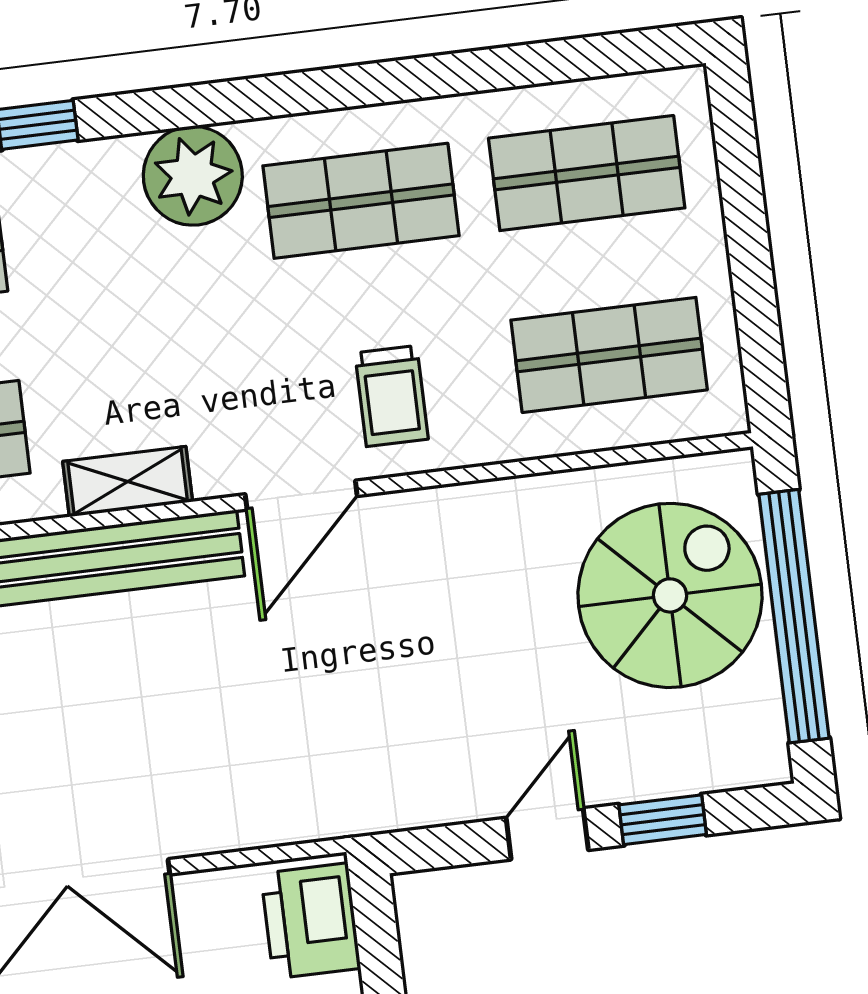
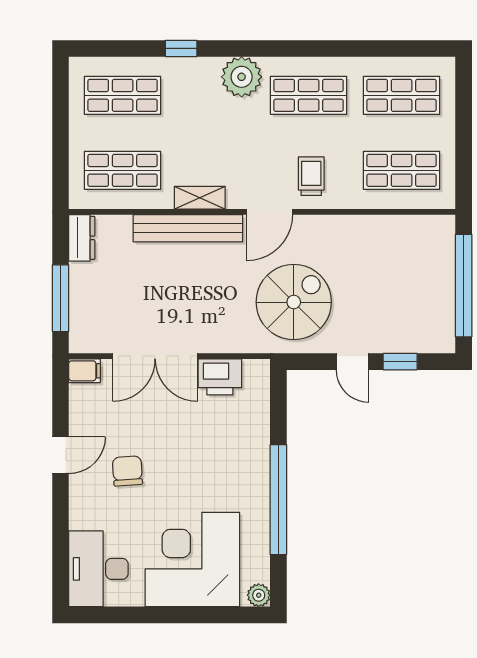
trolley: (392, 396) -> (311, 176), turned 180
spiral stairs: (670, 595) -> (294, 302), moved
door: (547, 834) -> (353, 362), swing flipped
printer: (311, 921) -> (220, 377), moved, turned -90

